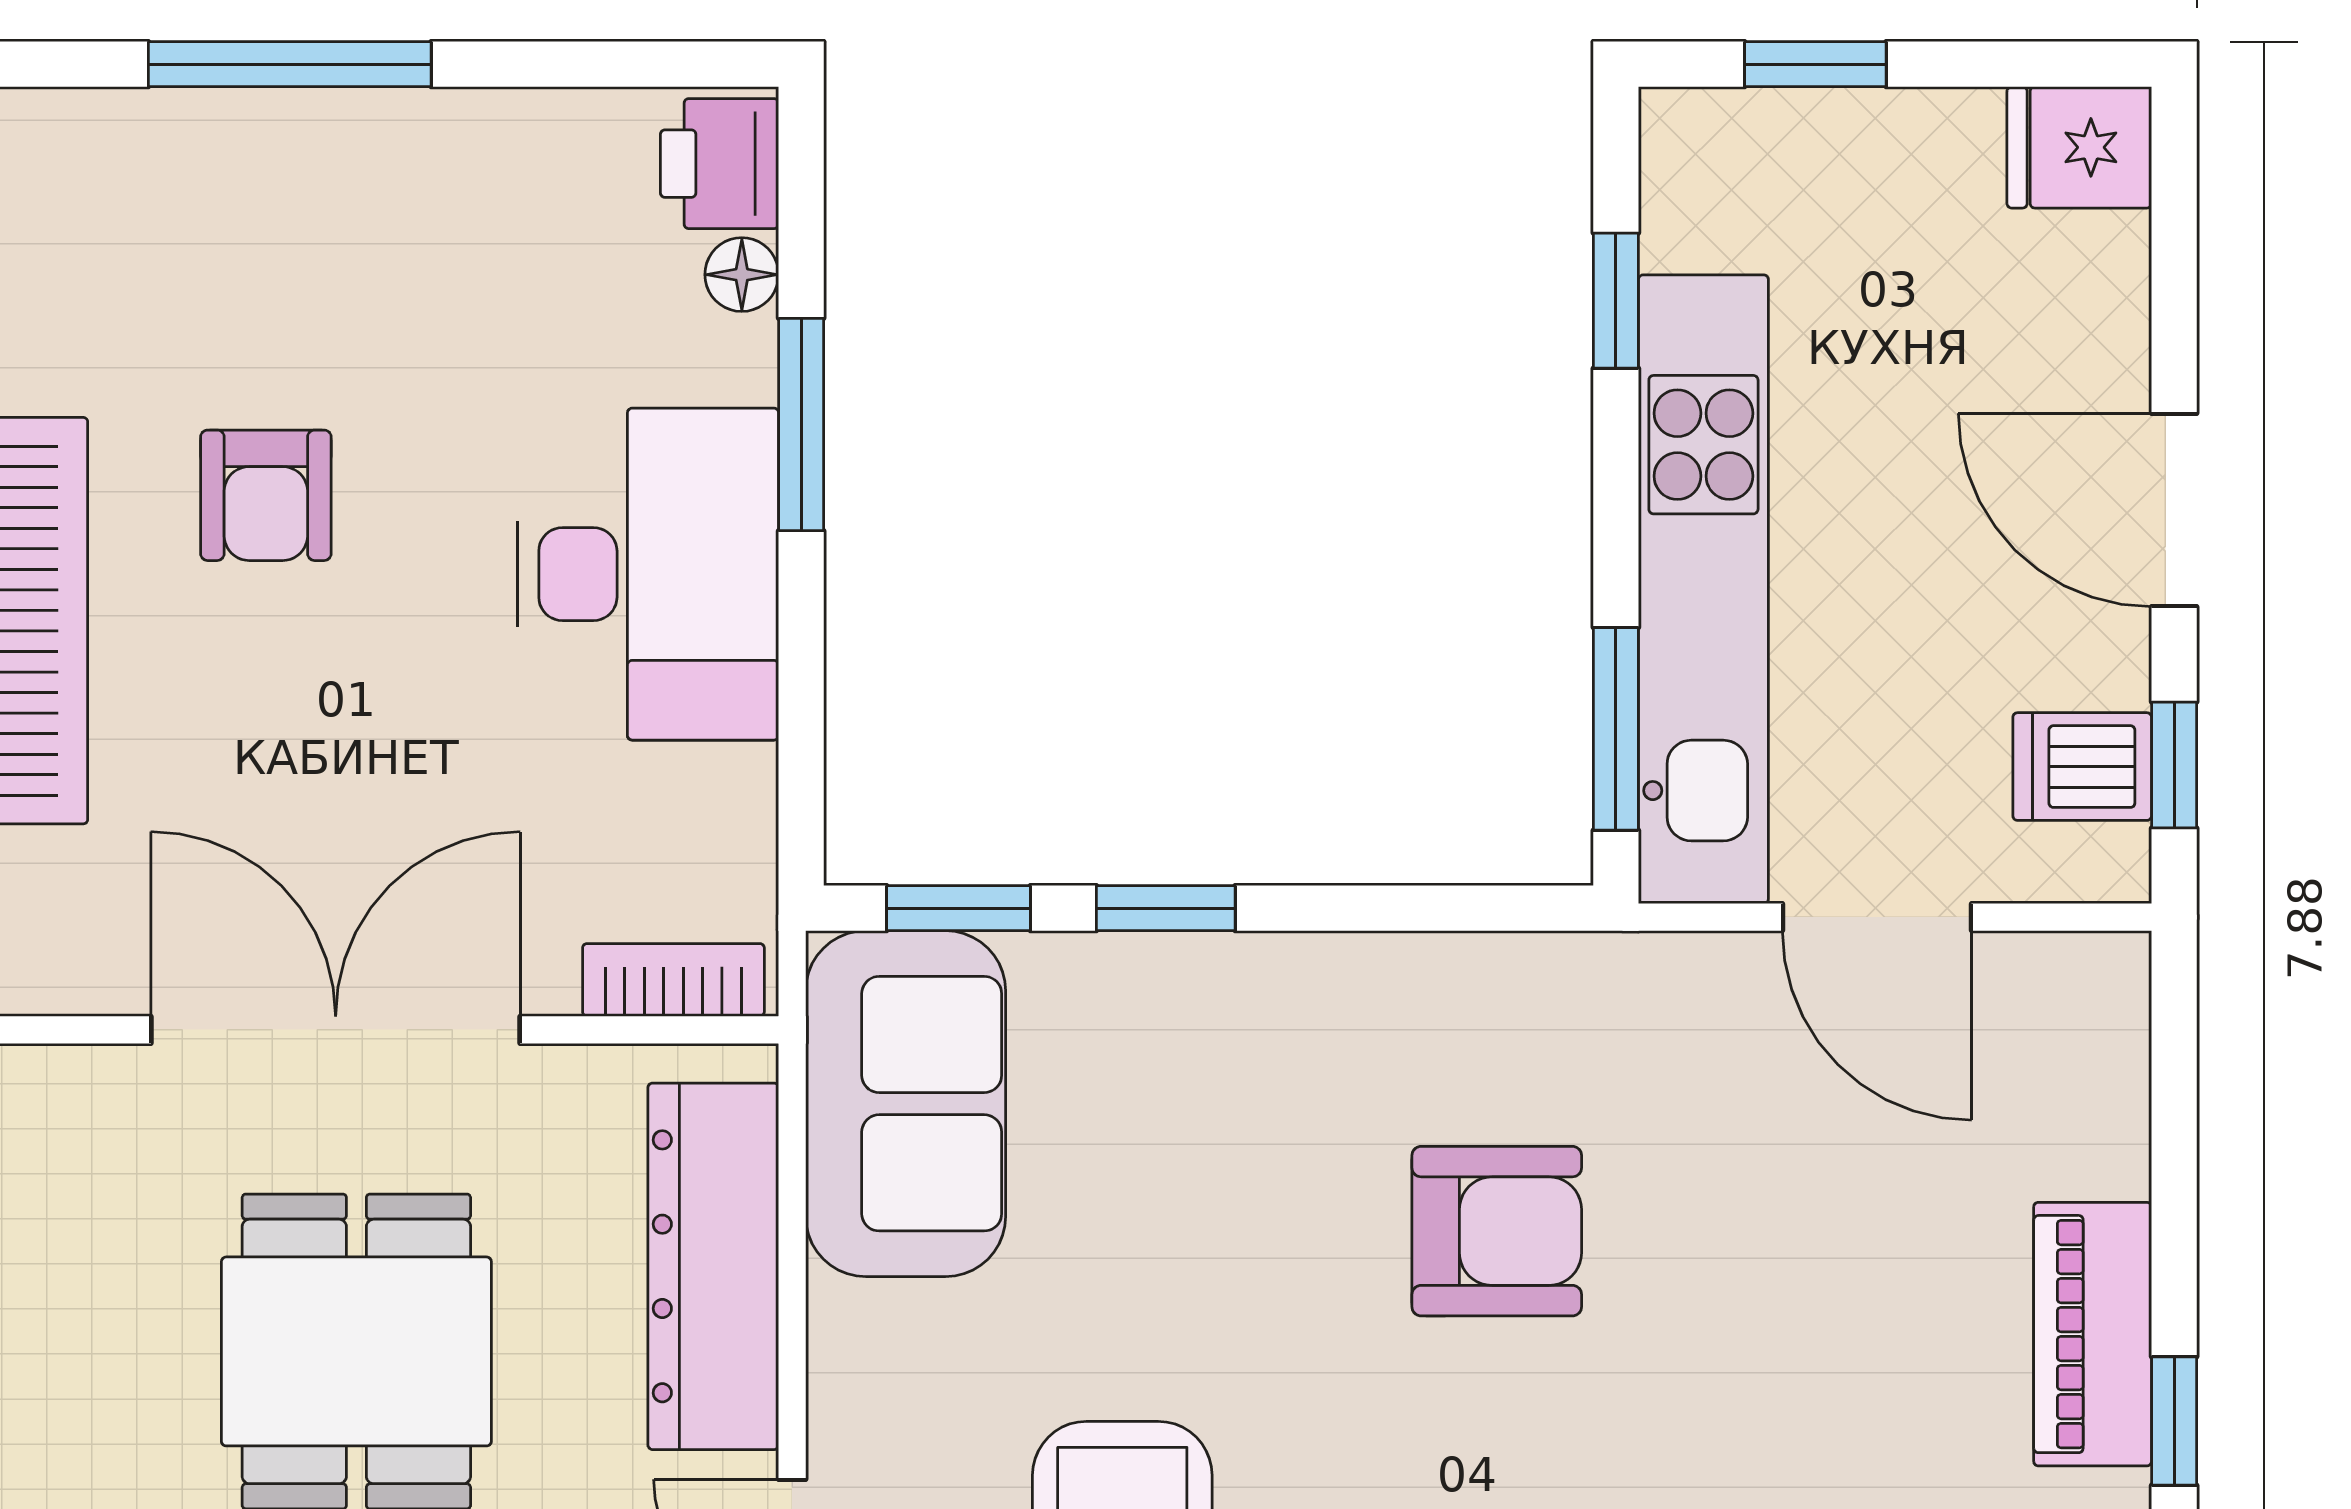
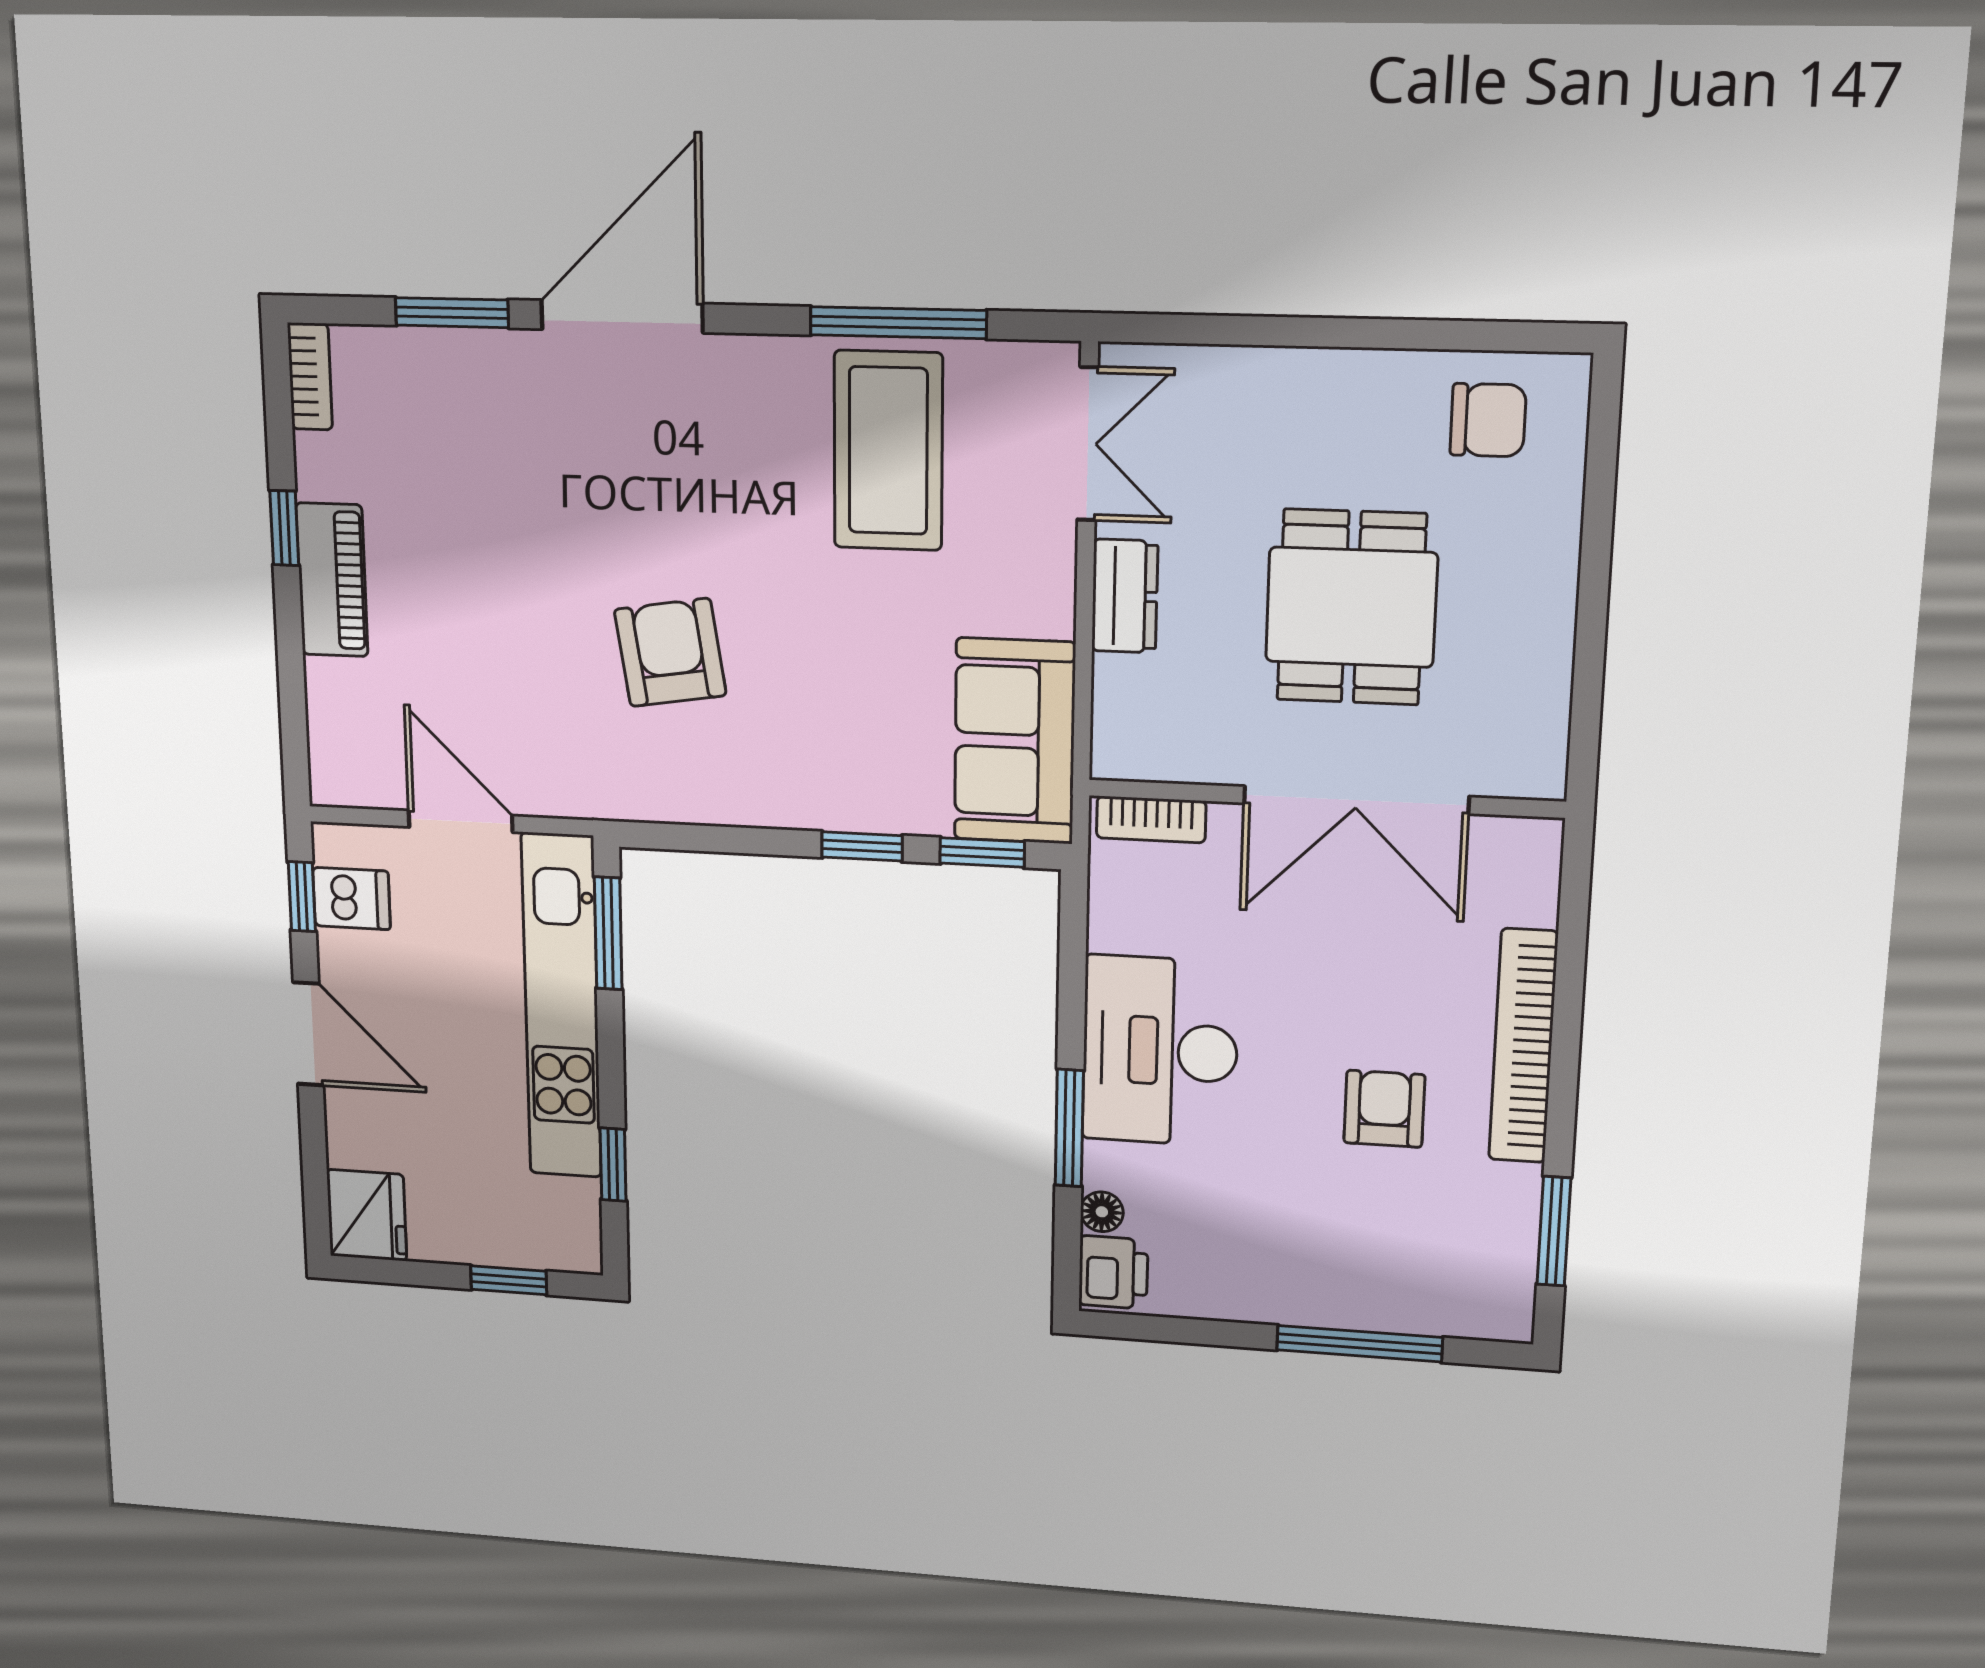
fridge: (2079, 147) -> (367, 1215), width x1.38
armchair: (1497, 1231) -> (670, 653), turned 81
dresser: (713, 1266) -> (1125, 596), width x0.51, depth x0.80

